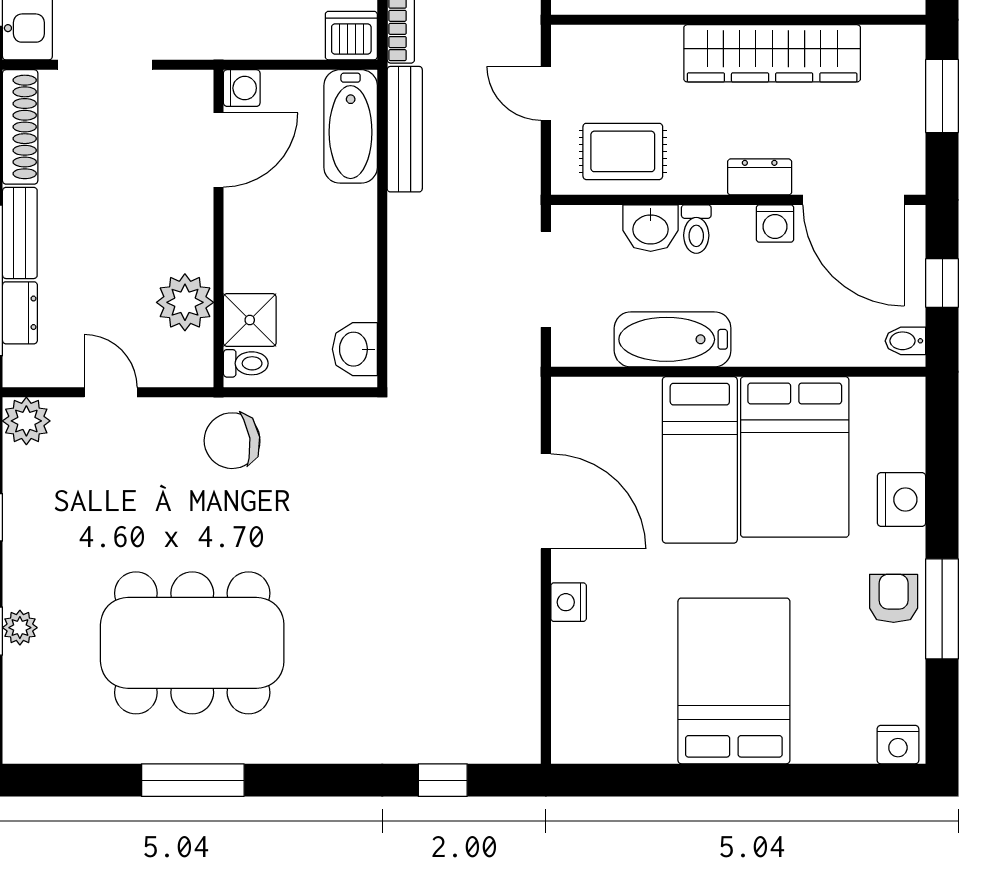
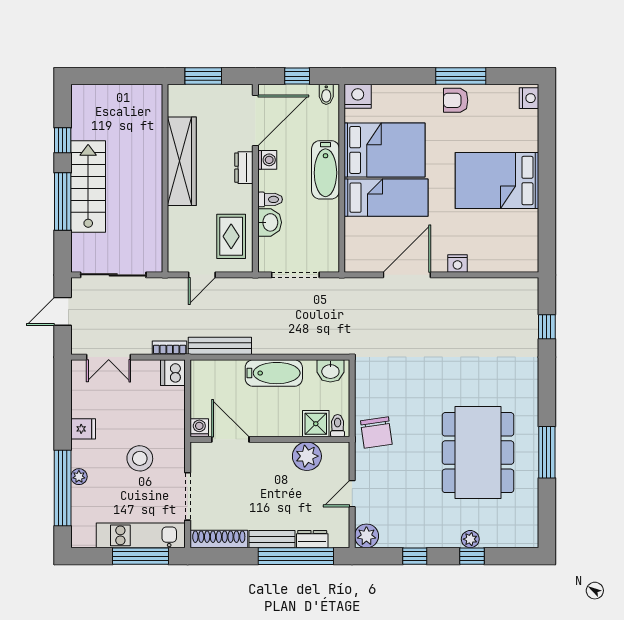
bathtub: (351, 126) -> (274, 373), moved
bathtub: (673, 339) -> (325, 170), moved
nightstand: (902, 499) -> (358, 96), moved

